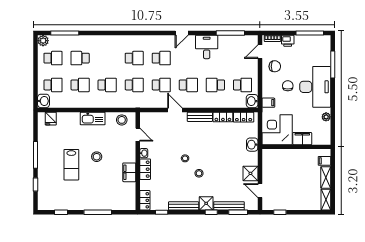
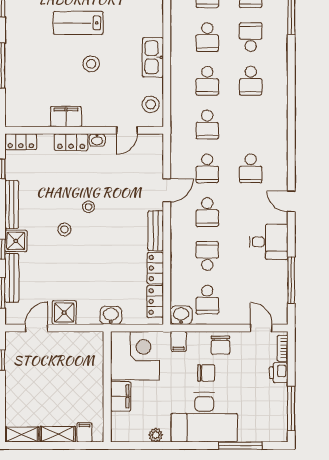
school desk: (134, 58) -> (251, 81), moved
chair: (275, 66) -> (220, 345), moved

